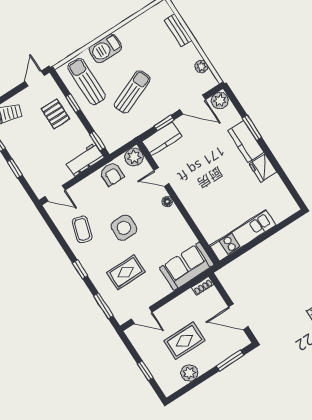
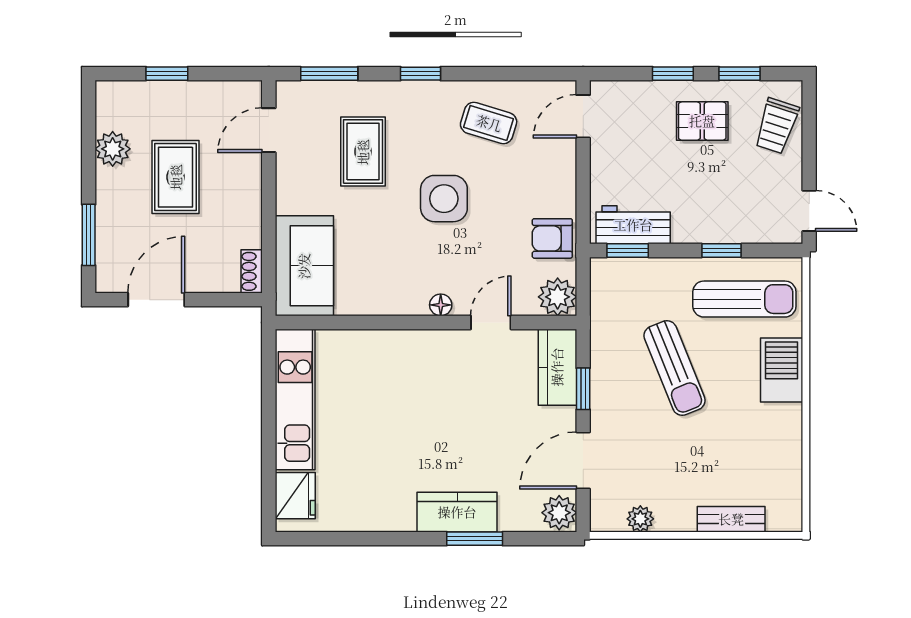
pallet: (55, 114) -> (702, 121), moved
workbench: (85, 160) -> (633, 225), moved, turned -90
fridge: (263, 168) -> (295, 496), moved, turned 90

